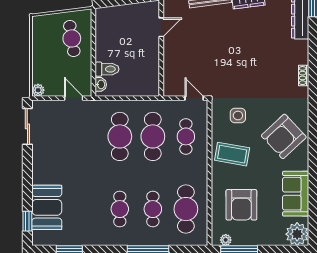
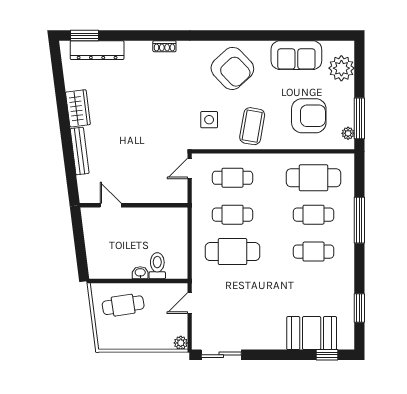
washbasin: (101, 84) -> (140, 273), moved
cafe table: (153, 136) -> (233, 215), width x0.73, depth x0.74
plant: (297, 234) -> (341, 68), moved

